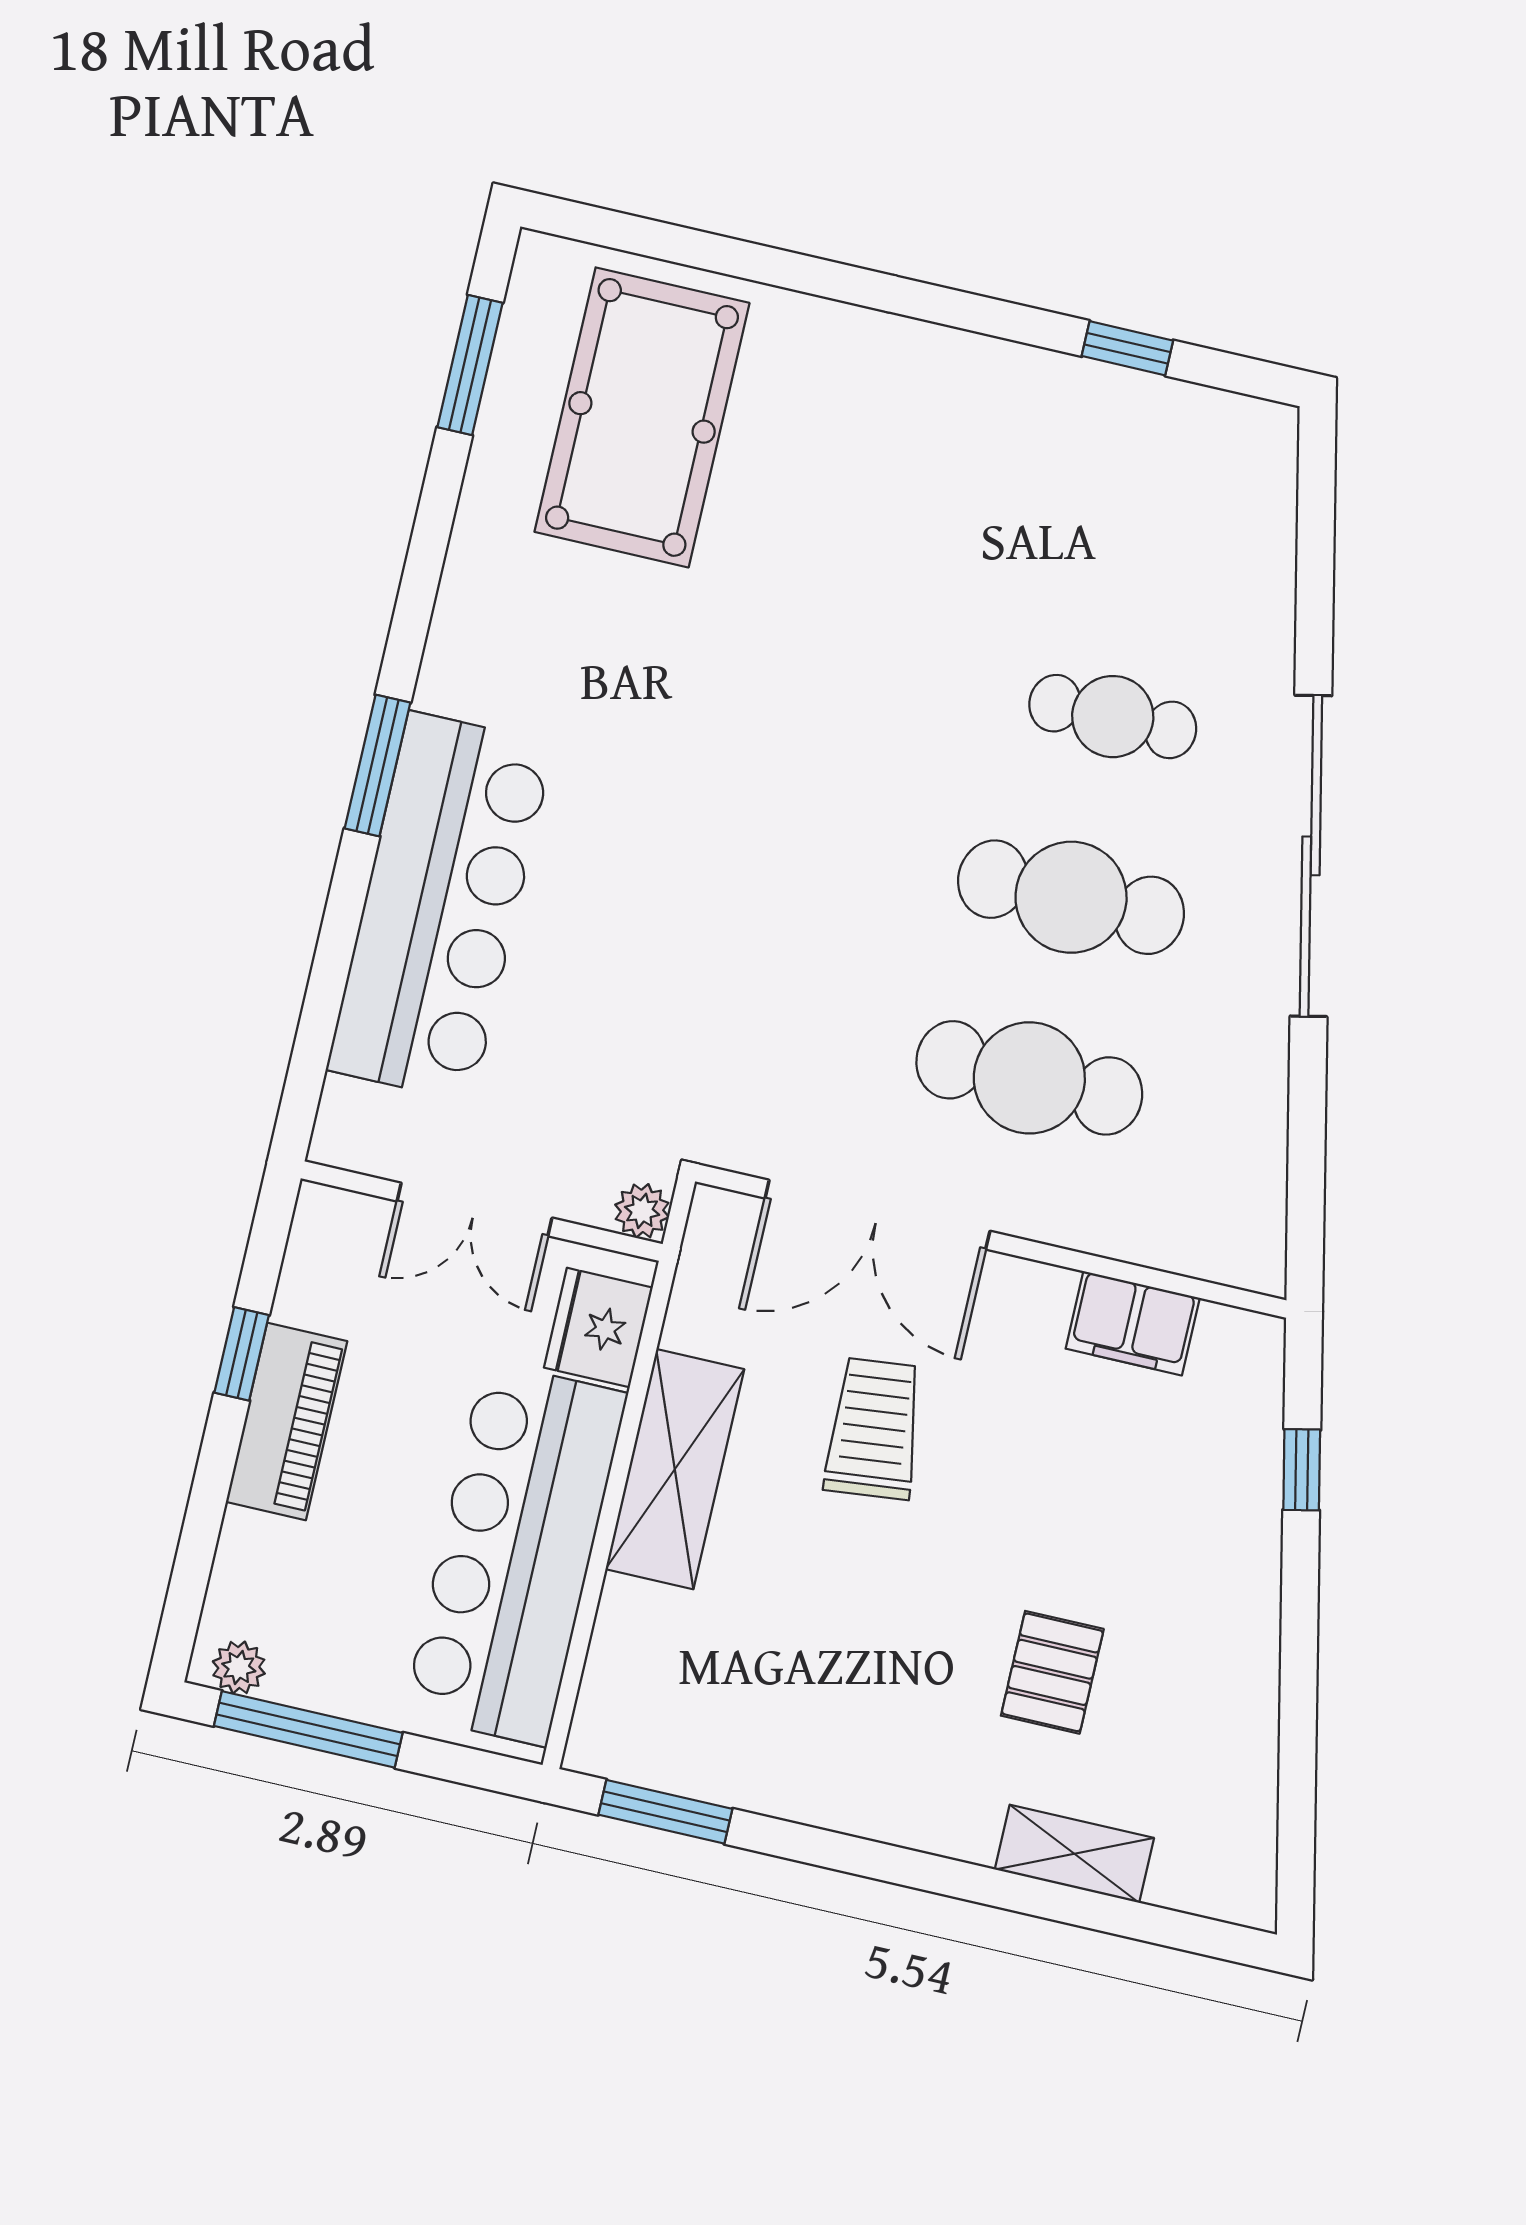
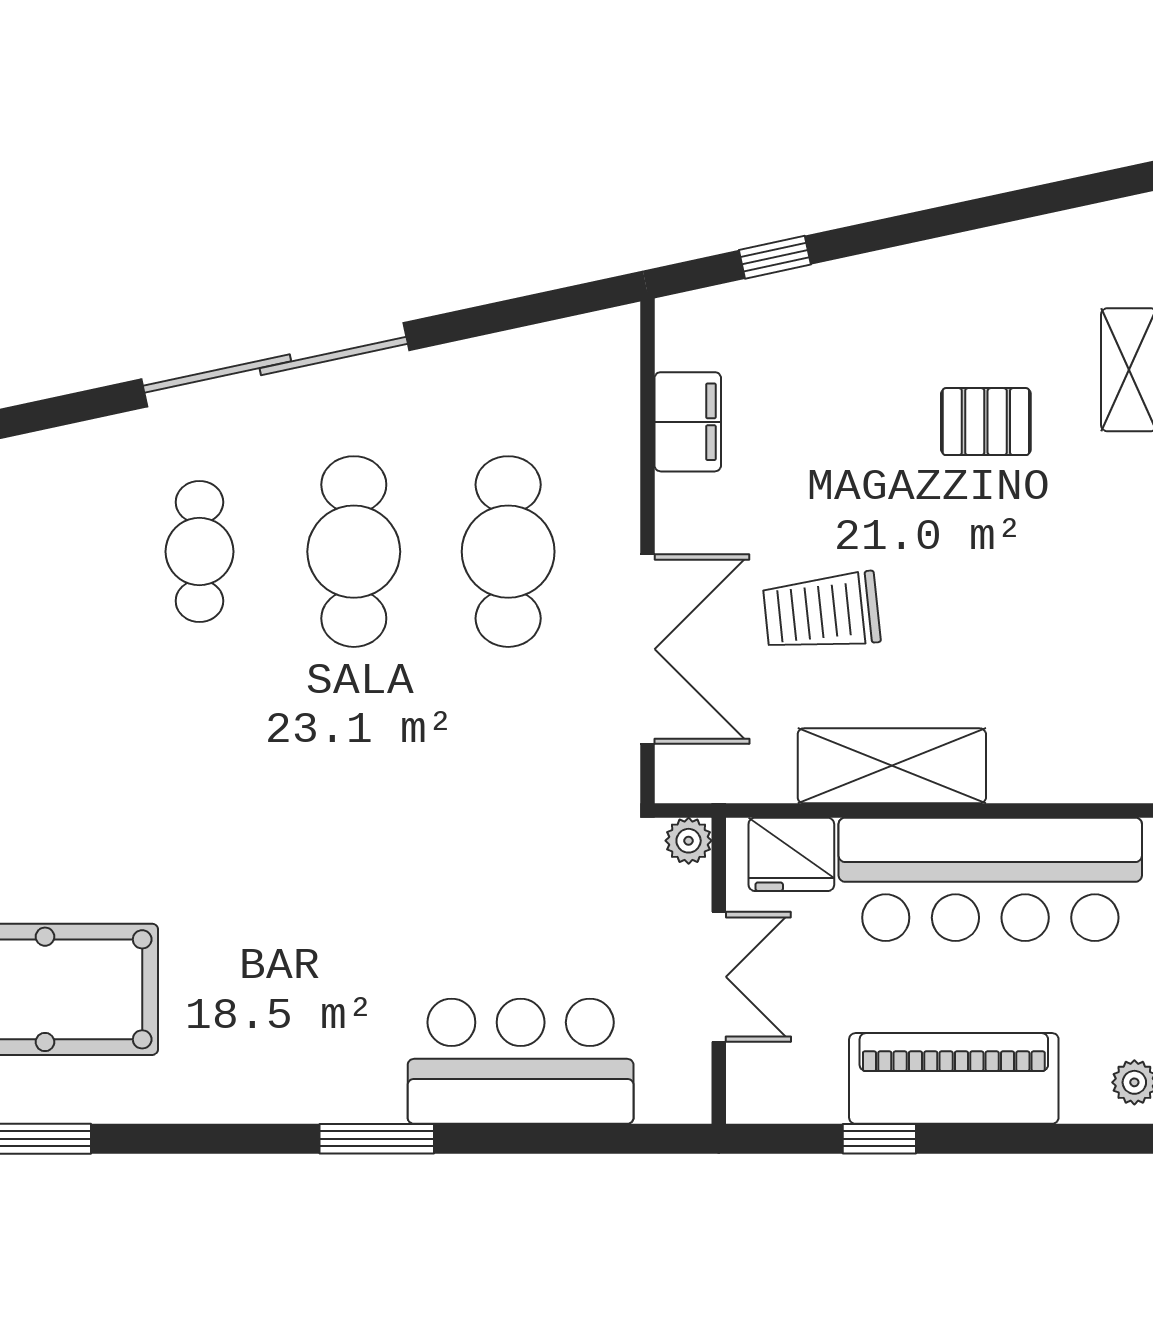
bar counter: (440, 907) -> (521, 1061), width x0.73
piano: (287, 1421) -> (954, 1078), width x1.37, depth x1.33

